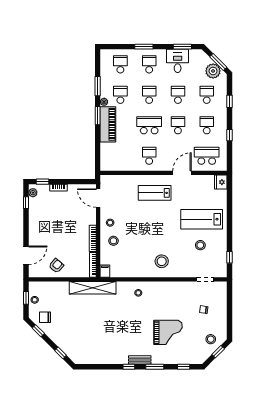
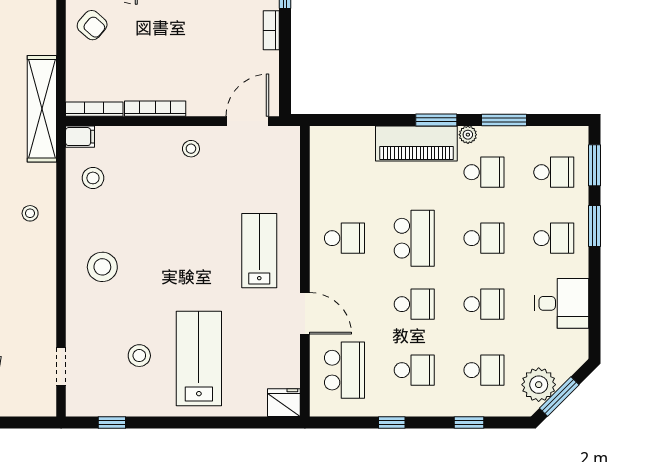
window: (182, 47) -> (595, 165), moved
stool: (113, 241) -> (93, 178), moved

